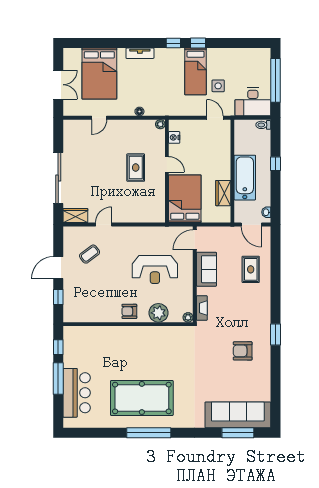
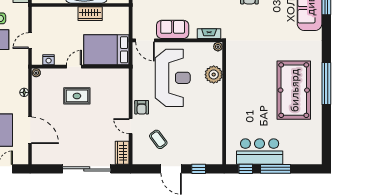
door: (99, 118) -> (30, 130), width x1.88
door: (215, 118) -> (30, 41), moved
wardrobe: (223, 193) -> (90, 14), moved
reception desk: (155, 269) -> (173, 78), width x1.36, depth x1.30
armchair: (129, 311) -> (142, 107), moved
bar counter: (77, 393) -> (260, 152), moved

